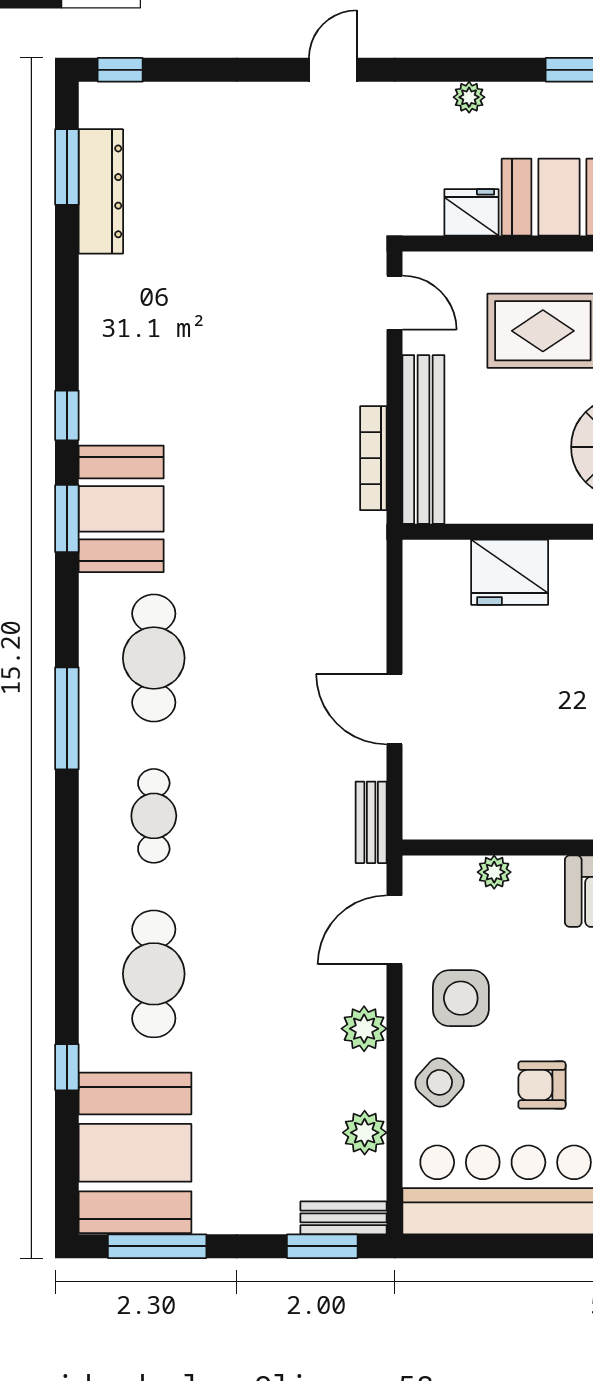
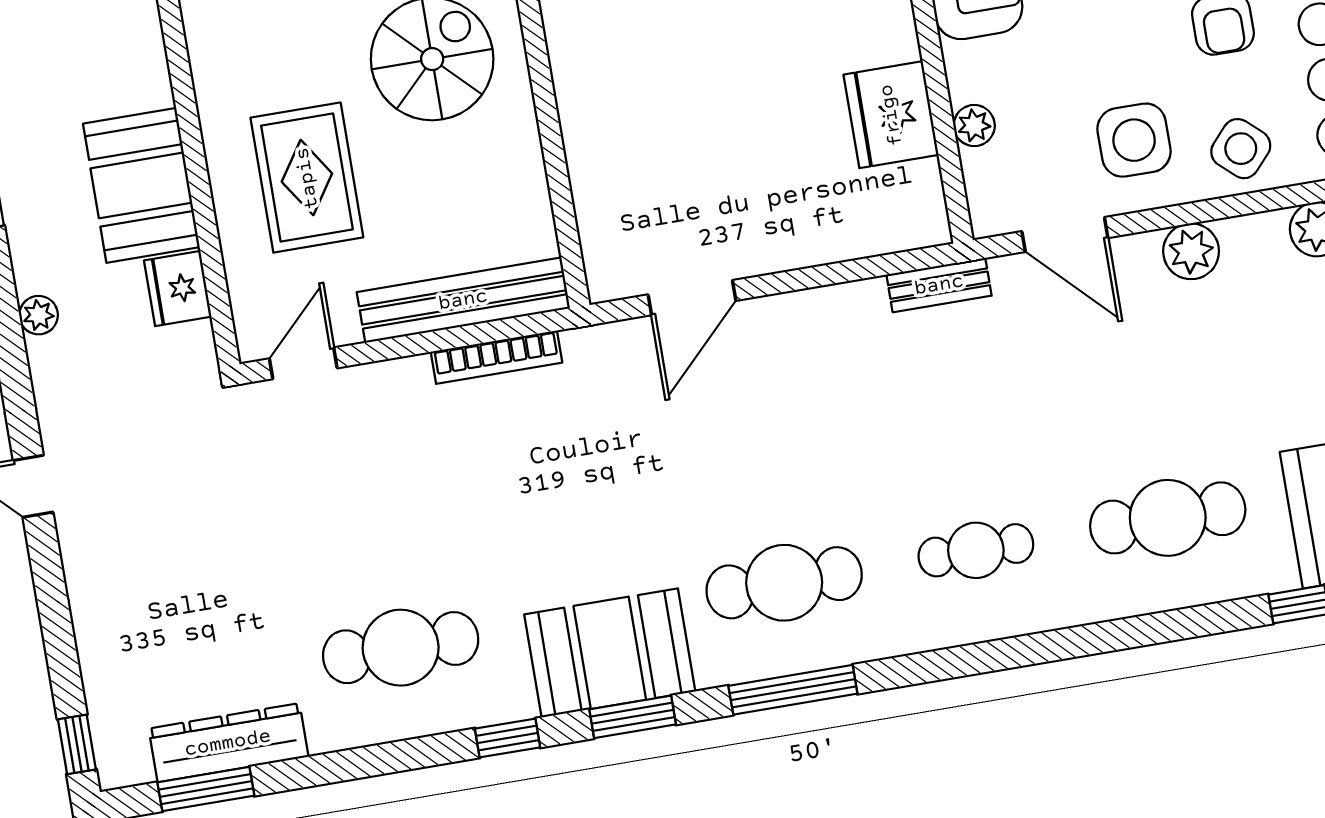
cafe table: (154, 342) -> (401, 648), added
fridge: (510, 572) -> (891, 115), moved, turned 180
door: (395, 709) -> (692, 298), moved
window: (67, 718) -> (793, 690), moved

